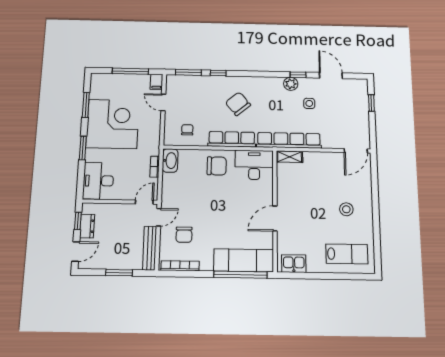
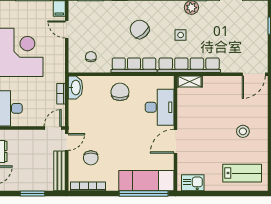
side table: (309, 103) -> (181, 35), moved
desk: (254, 165) -> (160, 107), moved, turned 90
chair: (217, 166) -> (120, 92), turned -90

